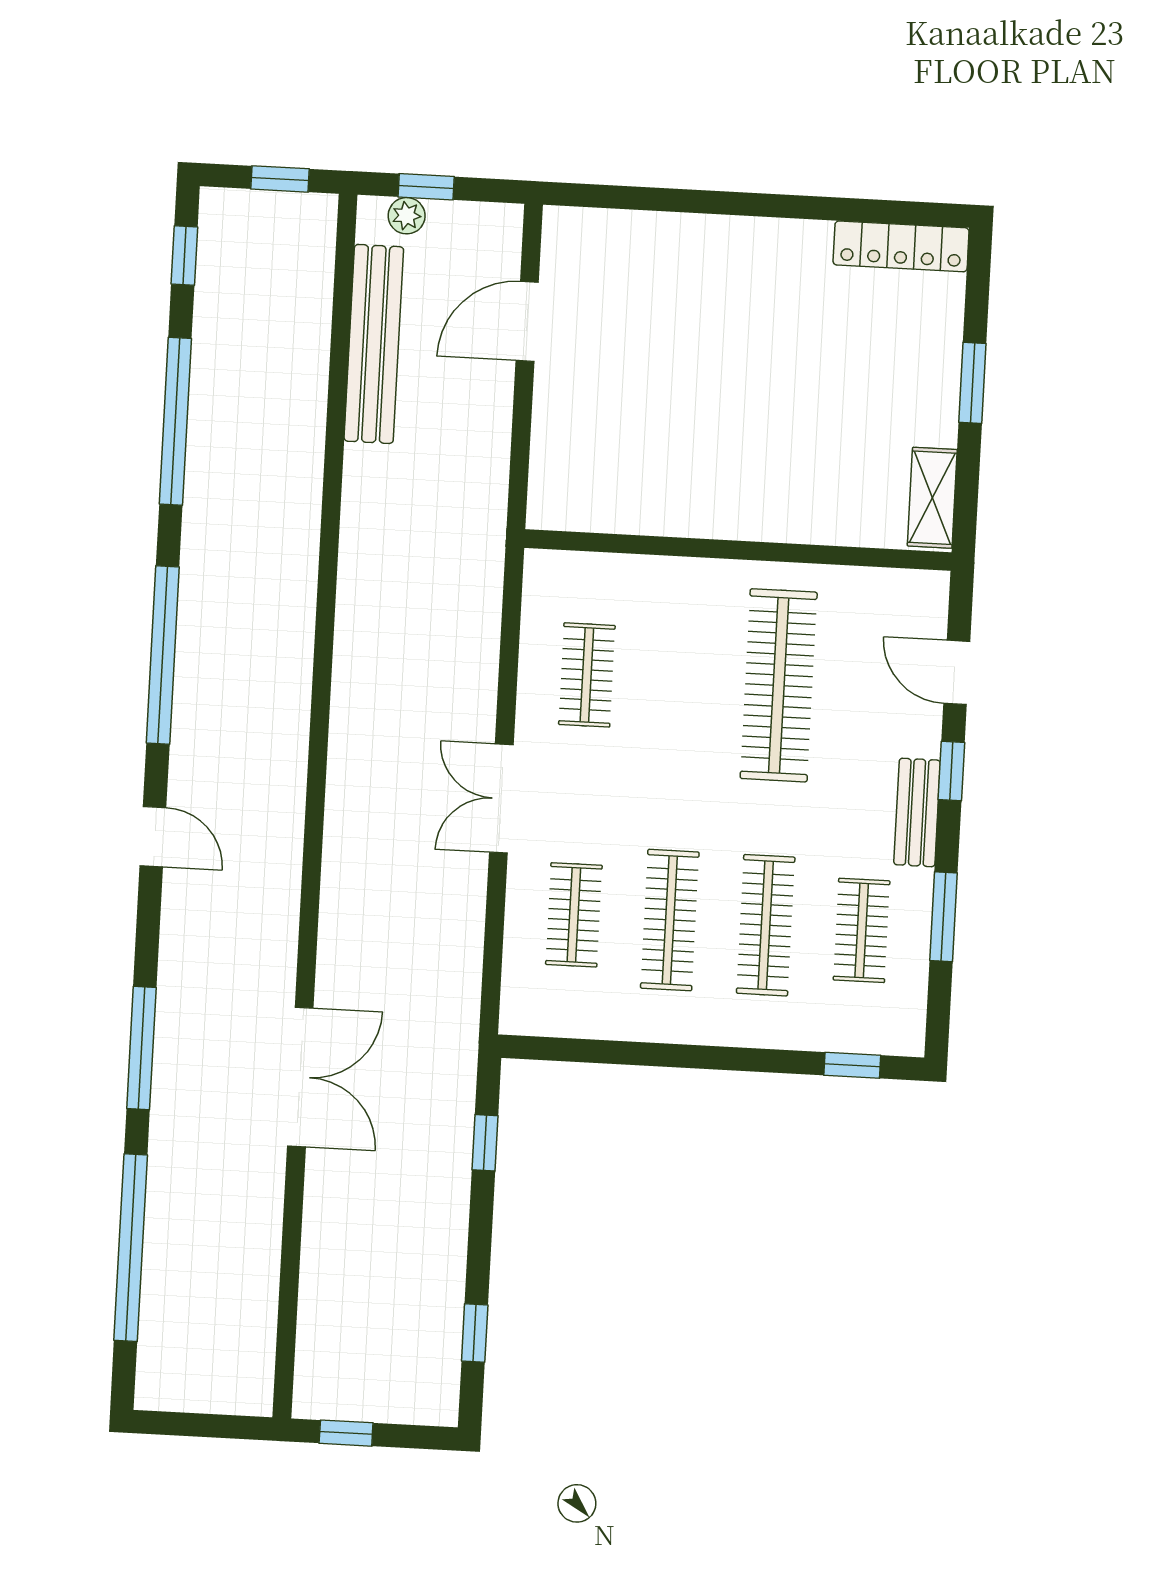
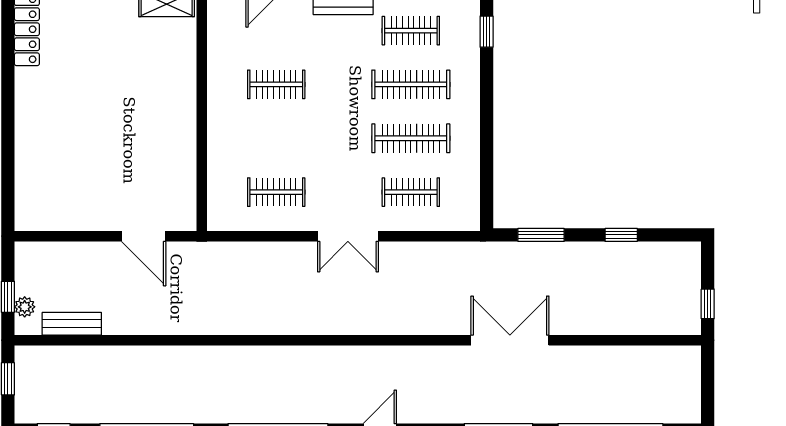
door: (527, 321) -> (144, 236), moved
bench: (374, 344) -> (72, 324), width x0.54, depth x0.82
clothes rail: (779, 685) -> (276, 84), width x0.54, depth x0.76
window: (485, 1143) -> (541, 235), width x1.50
window: (475, 1333) -> (621, 235), moved

